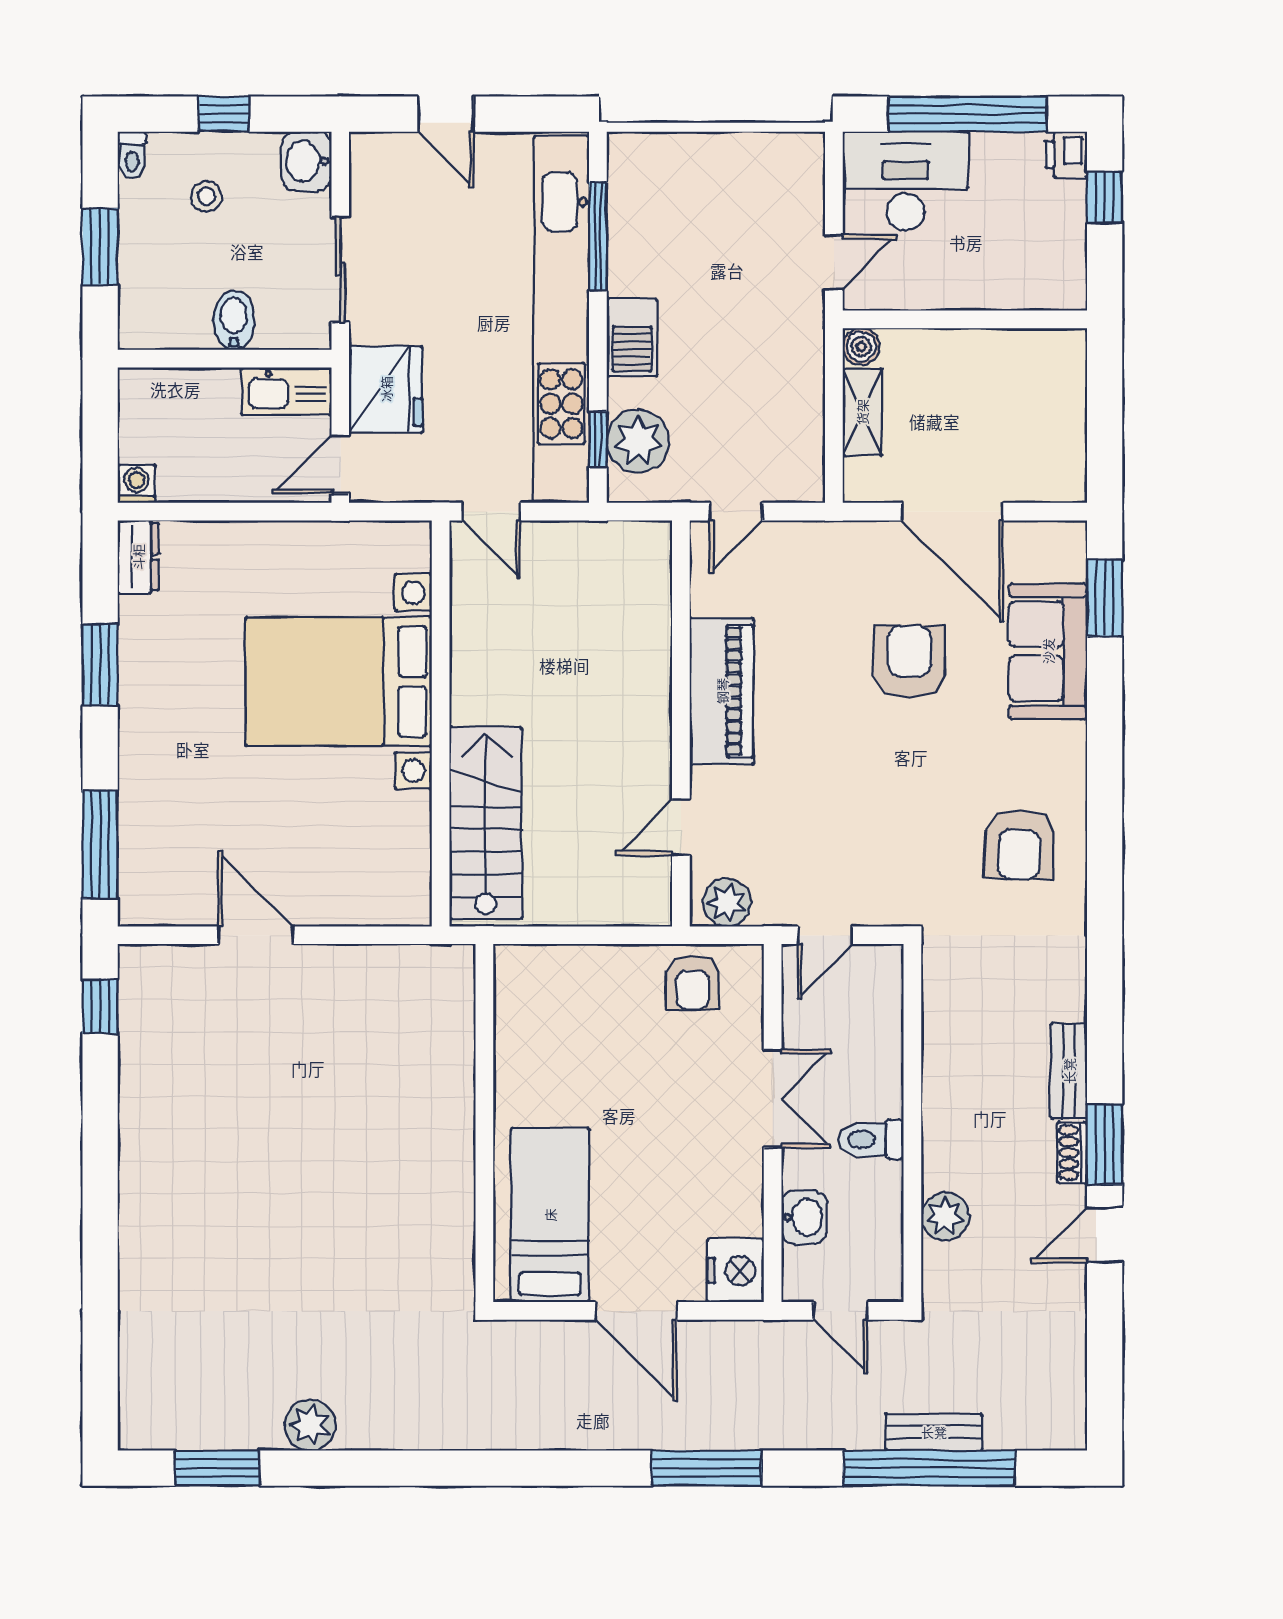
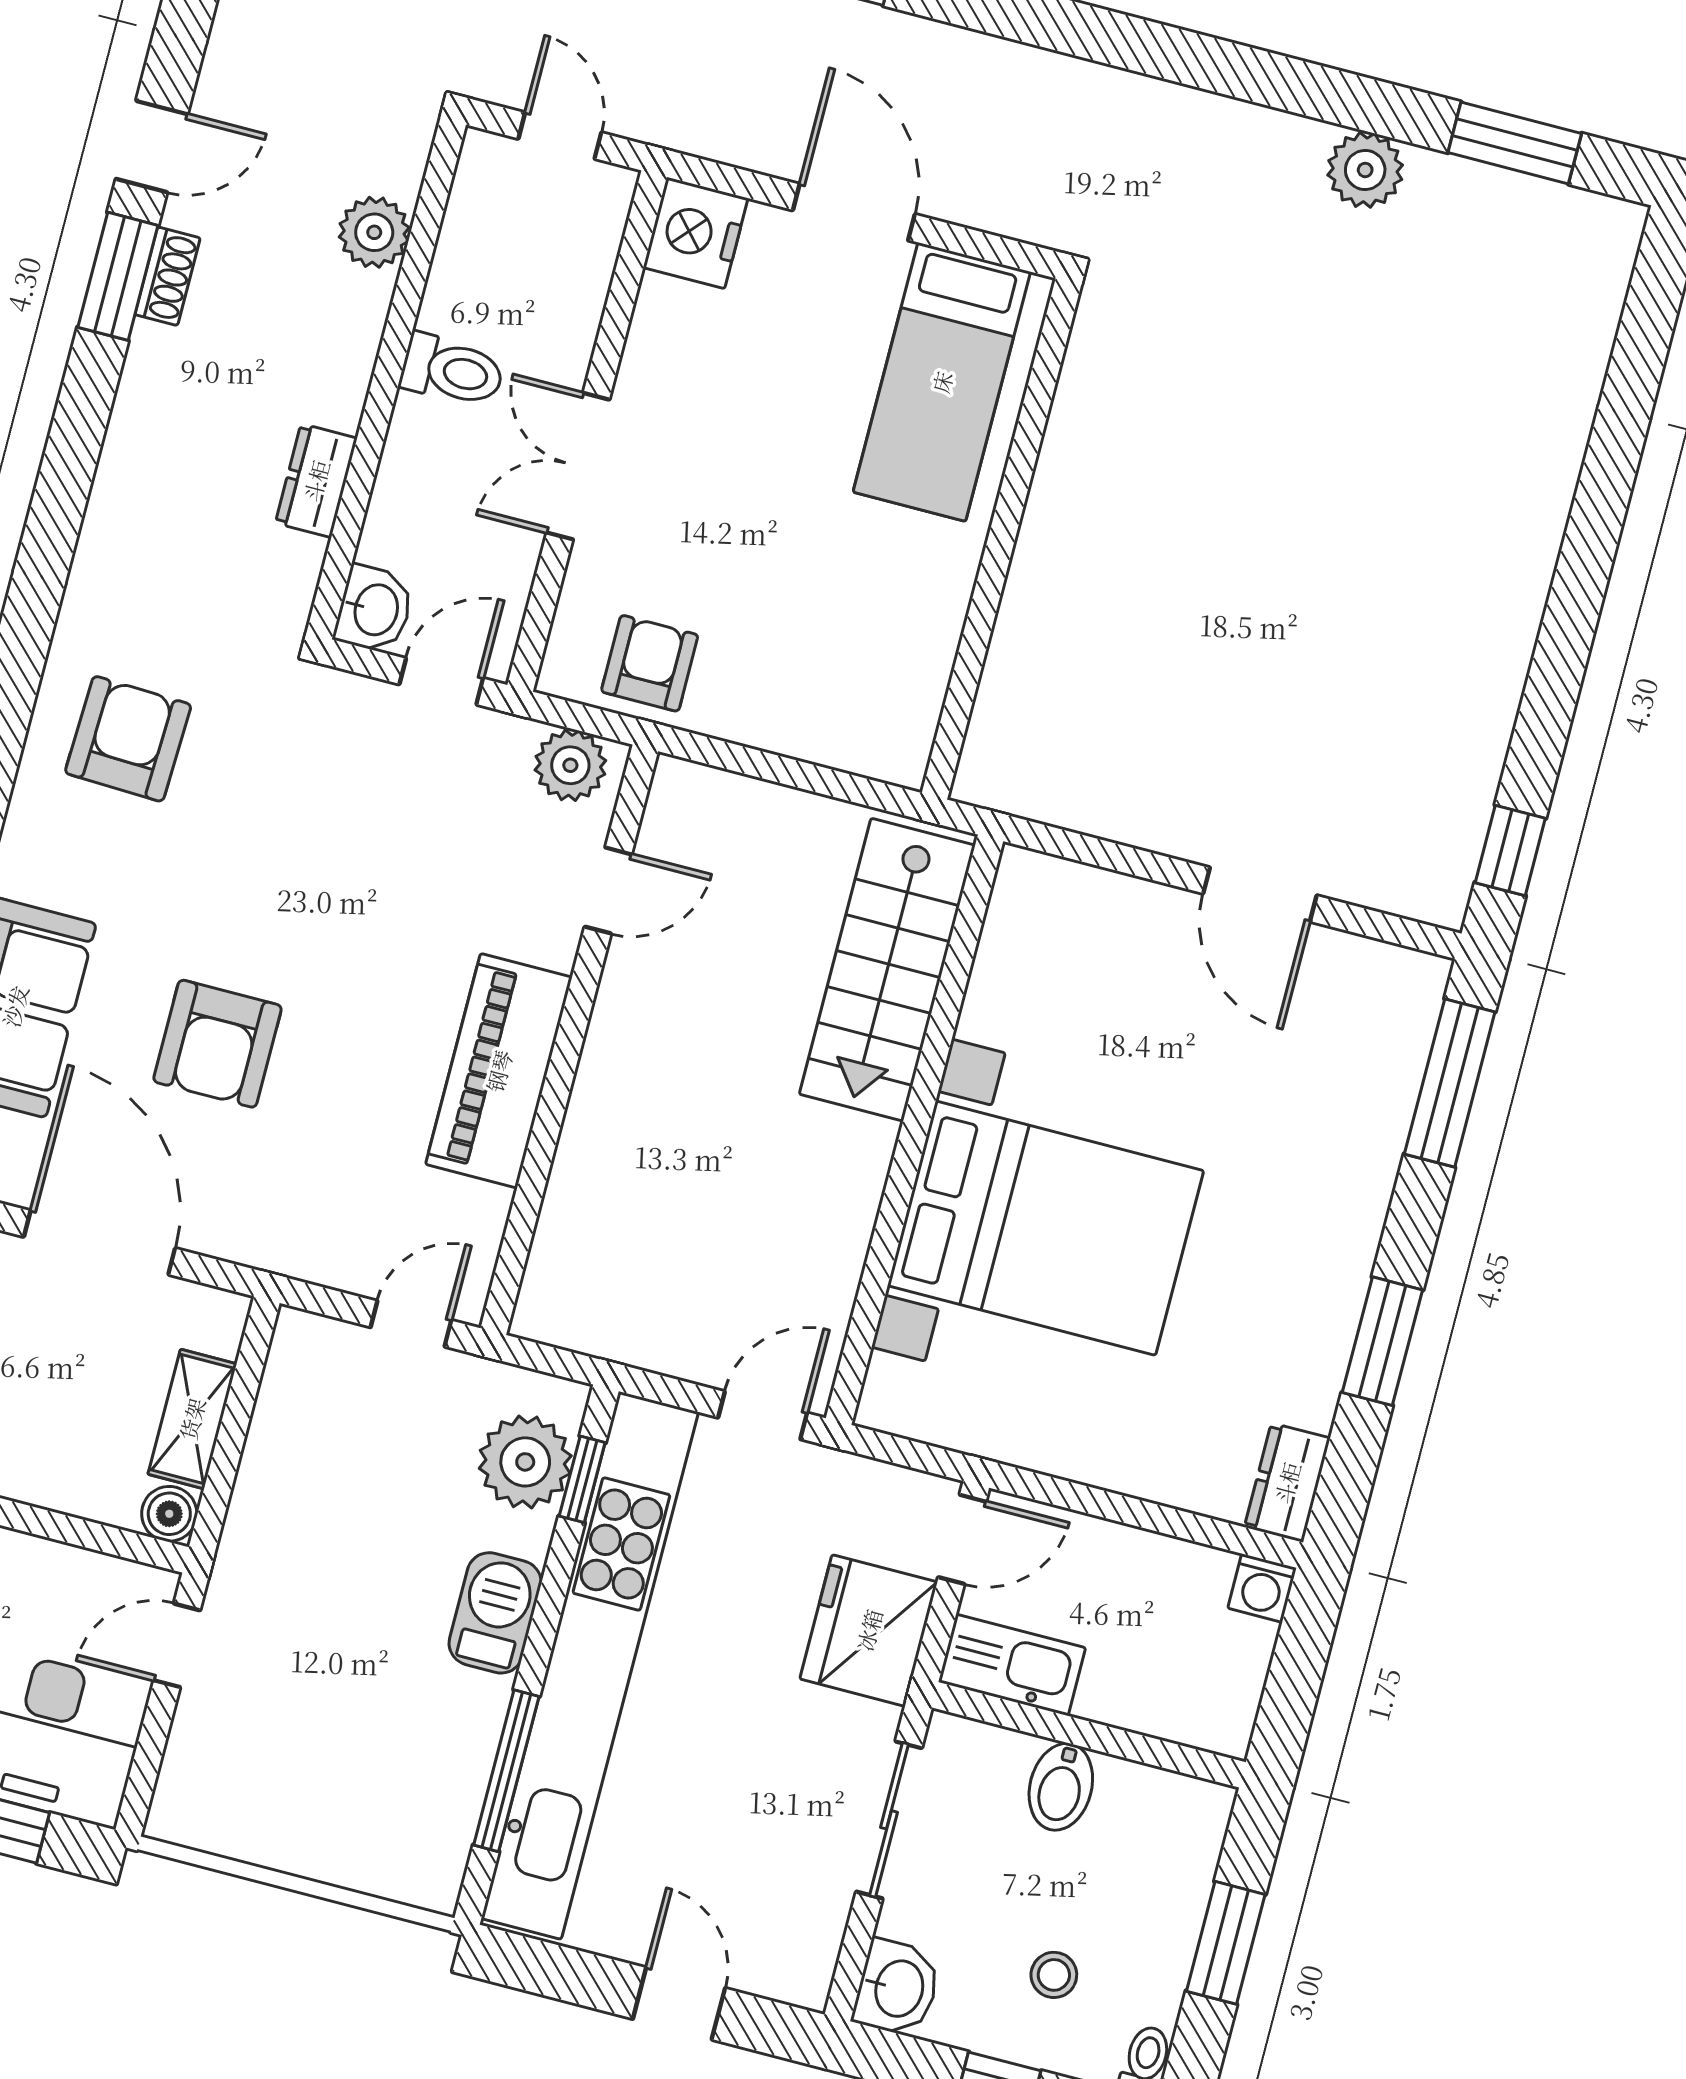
door: (491, 512) -> (763, 1415), hinge flipped
dresser: (941, 1045) -> (316, 481), added
bench: (1069, 1071) -> (142, 395), removed
washbasin: (804, 1217) -> (374, 609), moved, turned 180

